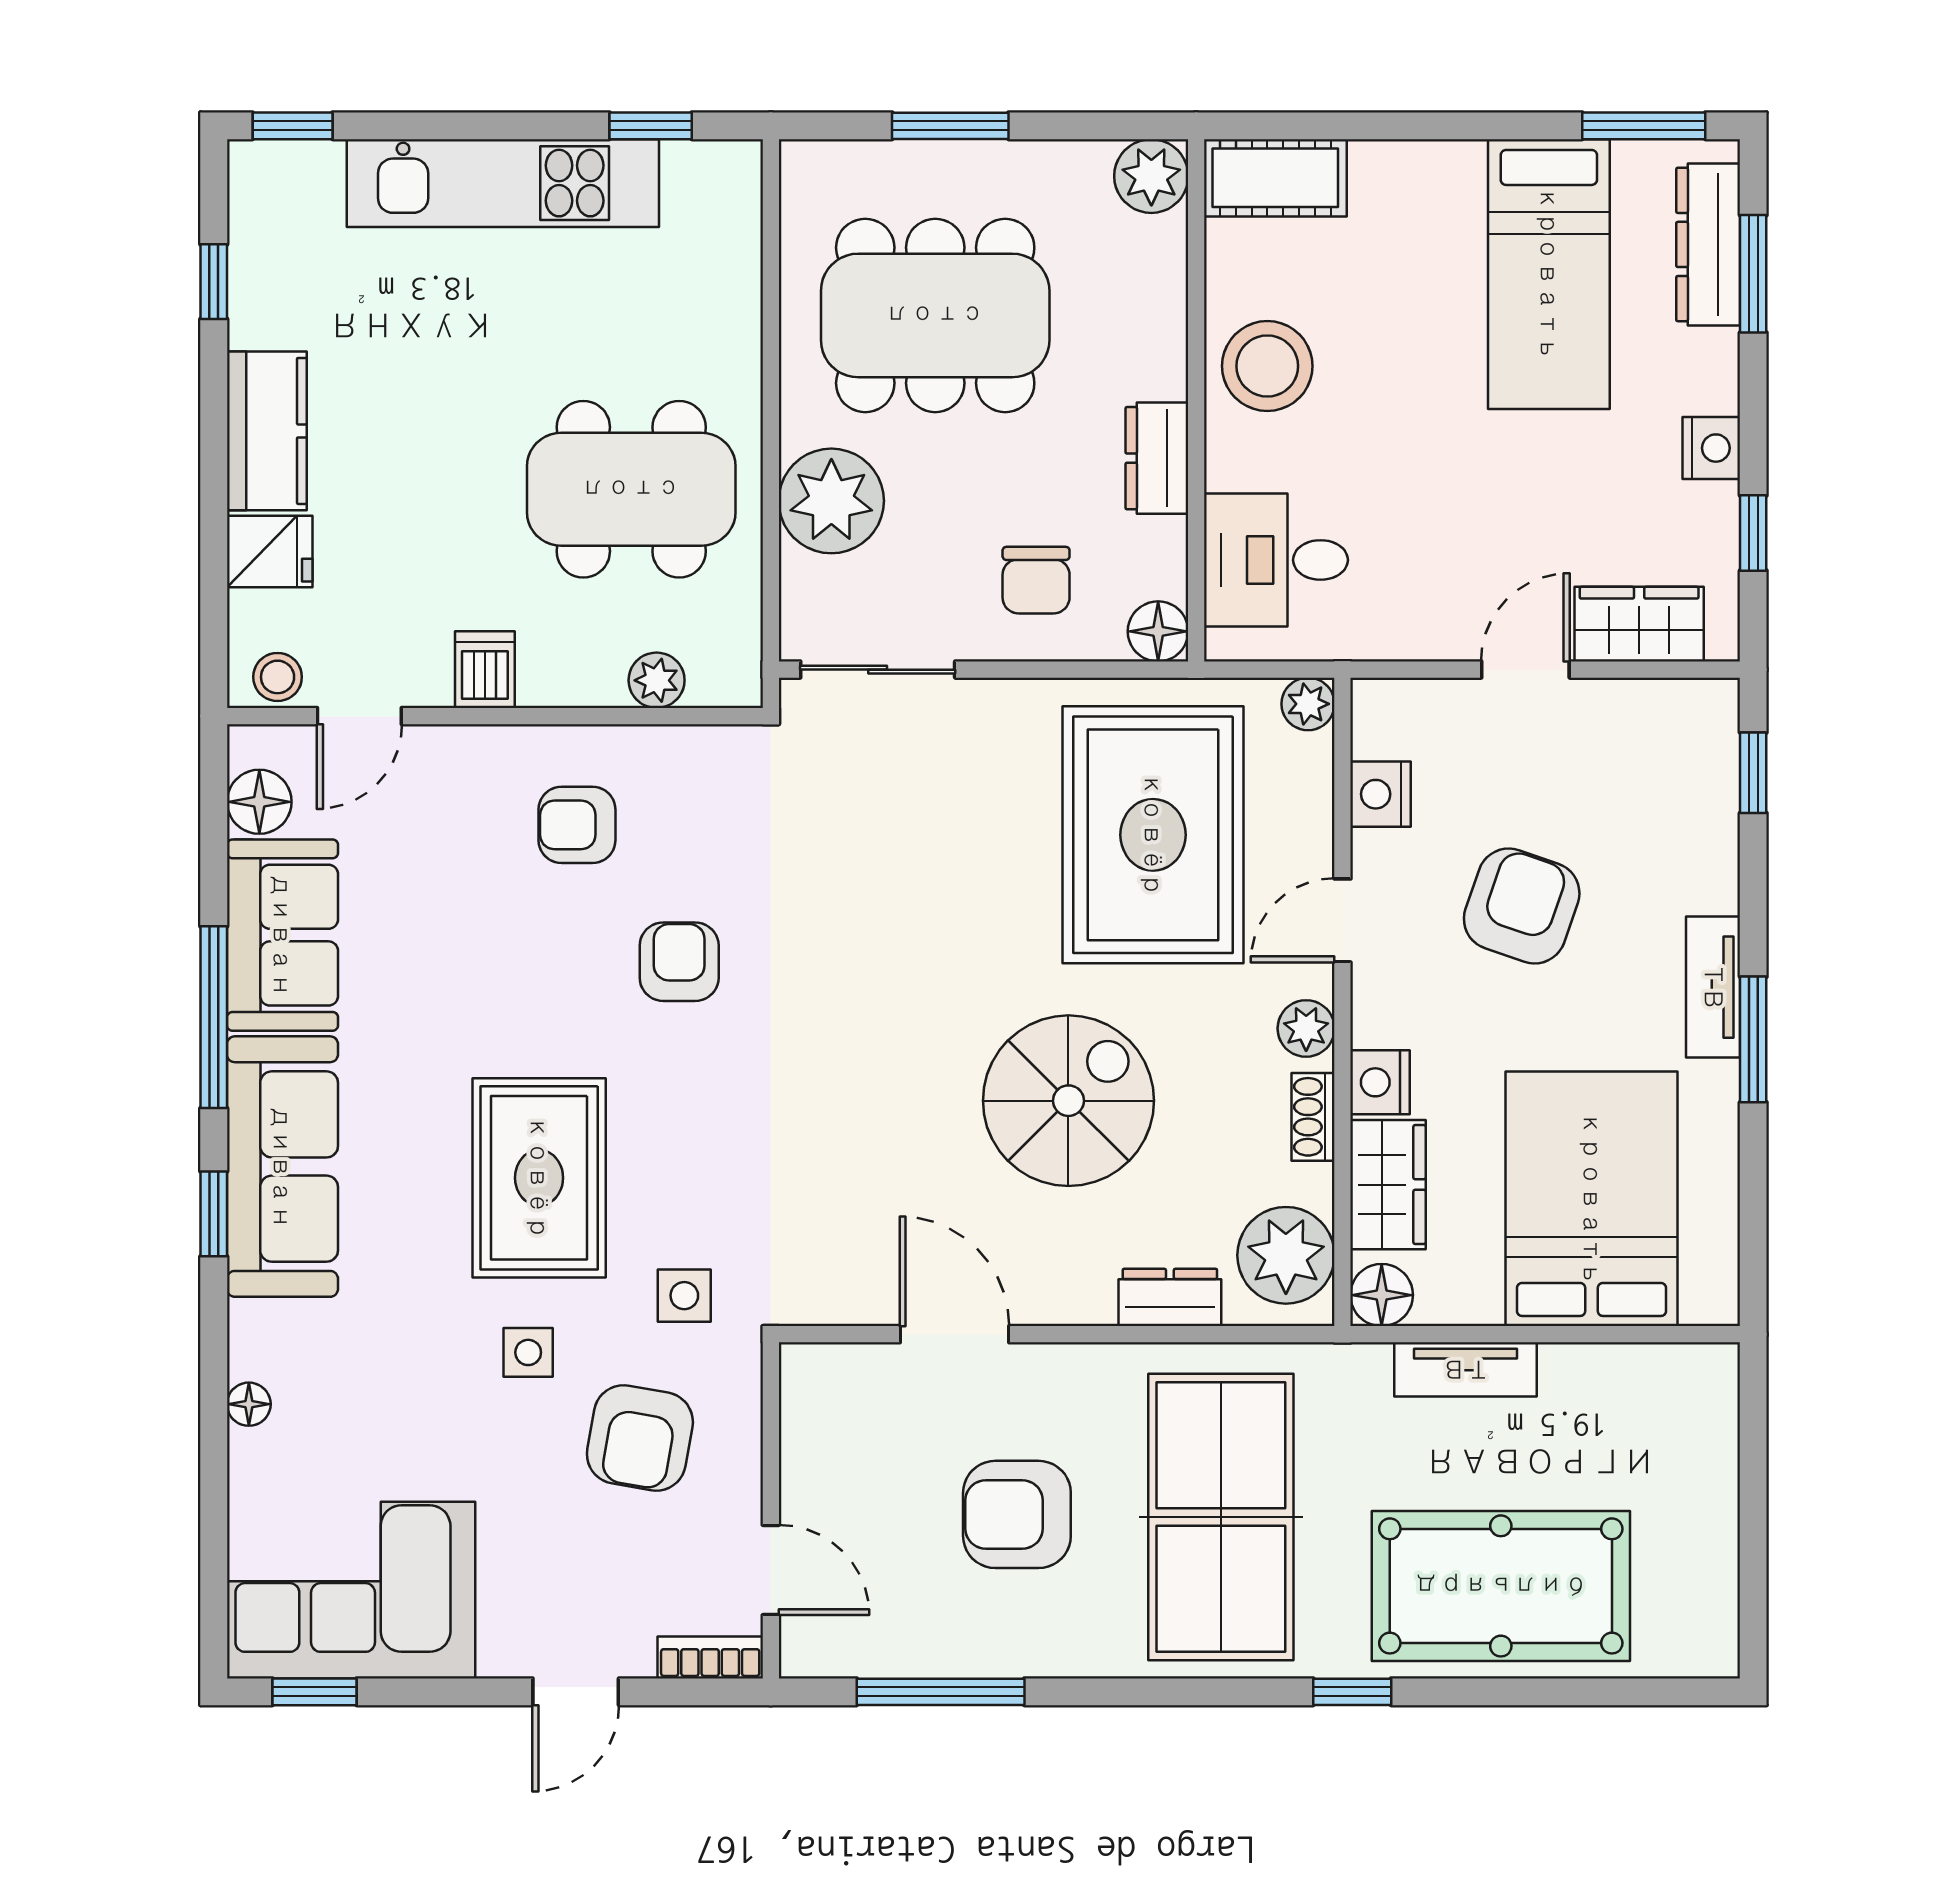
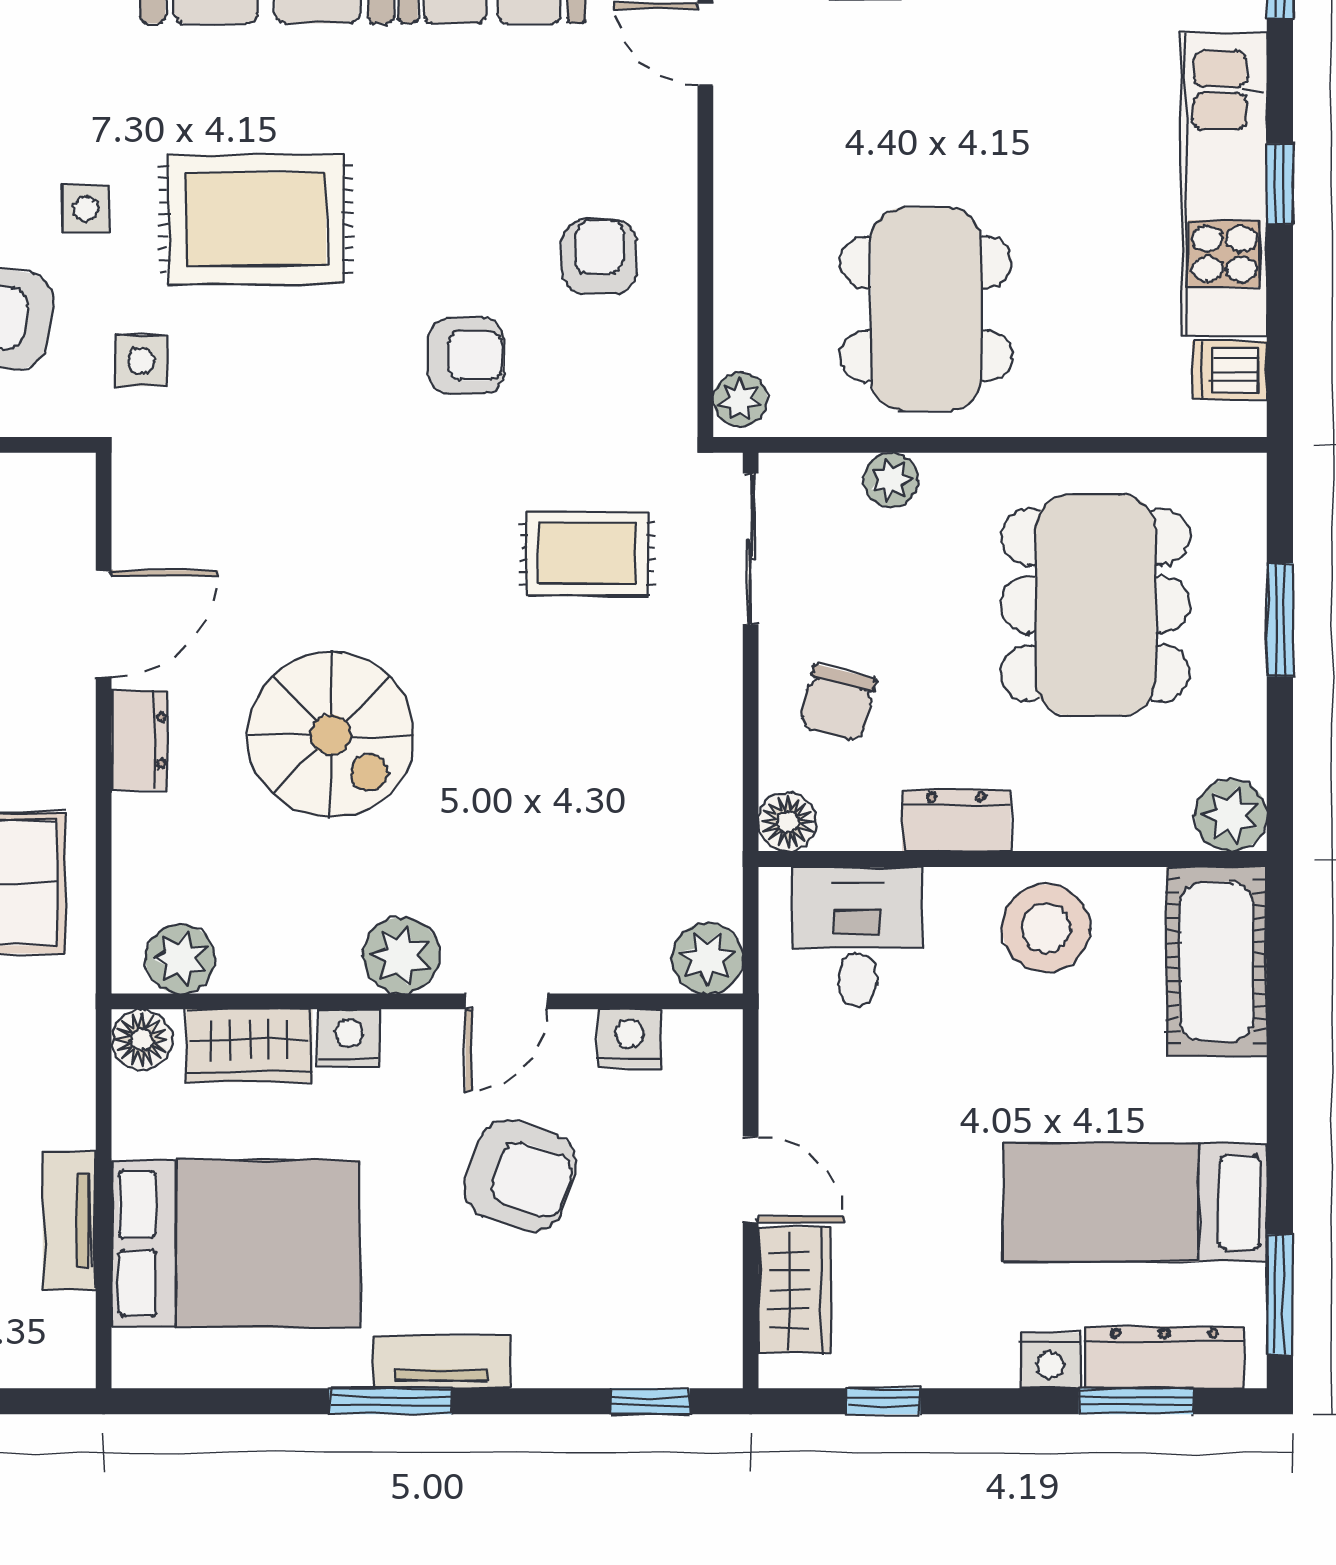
window: (651, 126) -> (1280, 184), moved
cot: (1275, 178) -> (1217, 962), width x1.37, depth x1.34
nightstand: (1711, 448) -> (1050, 1360), moved
plant: (831, 501) -> (891, 480), width x0.53, depth x0.53
chair: (1036, 580) -> (838, 703), turned -76
dishwasher: (485, 670) -> (1230, 370), moved, turned 180
plant: (657, 680) -> (740, 400), moved
plant: (1308, 704) -> (708, 958), width x1.38, depth x1.38
rug: (1153, 835) -> (587, 553), moved, width x0.54, depth x0.49
door: (1342, 920) -> (506, 1001), swing flipped
plant: (1306, 1028) -> (401, 956), width x1.38, depth x1.38
shoe rack: (1313, 1117) -> (315, 973), removed
plant: (1286, 1255) -> (180, 959), width x0.73, depth x0.73
dresser: (1170, 1297) -> (139, 740), moved
tv unit: (1466, 1369) -> (69, 1221), moved

